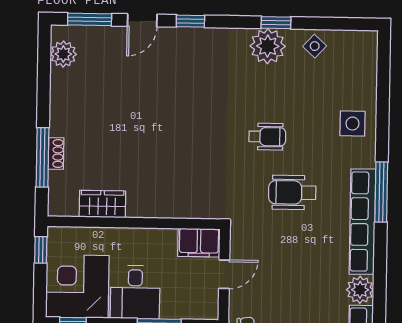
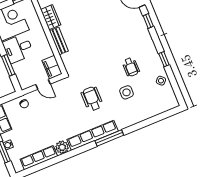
plant: (268, 46) -> (152, 60), removed
side table: (353, 124) -> (127, 92), moved
wheelchair: (267, 137) -> (131, 67), moved
bench: (154, 208) -> (59, 41), added

